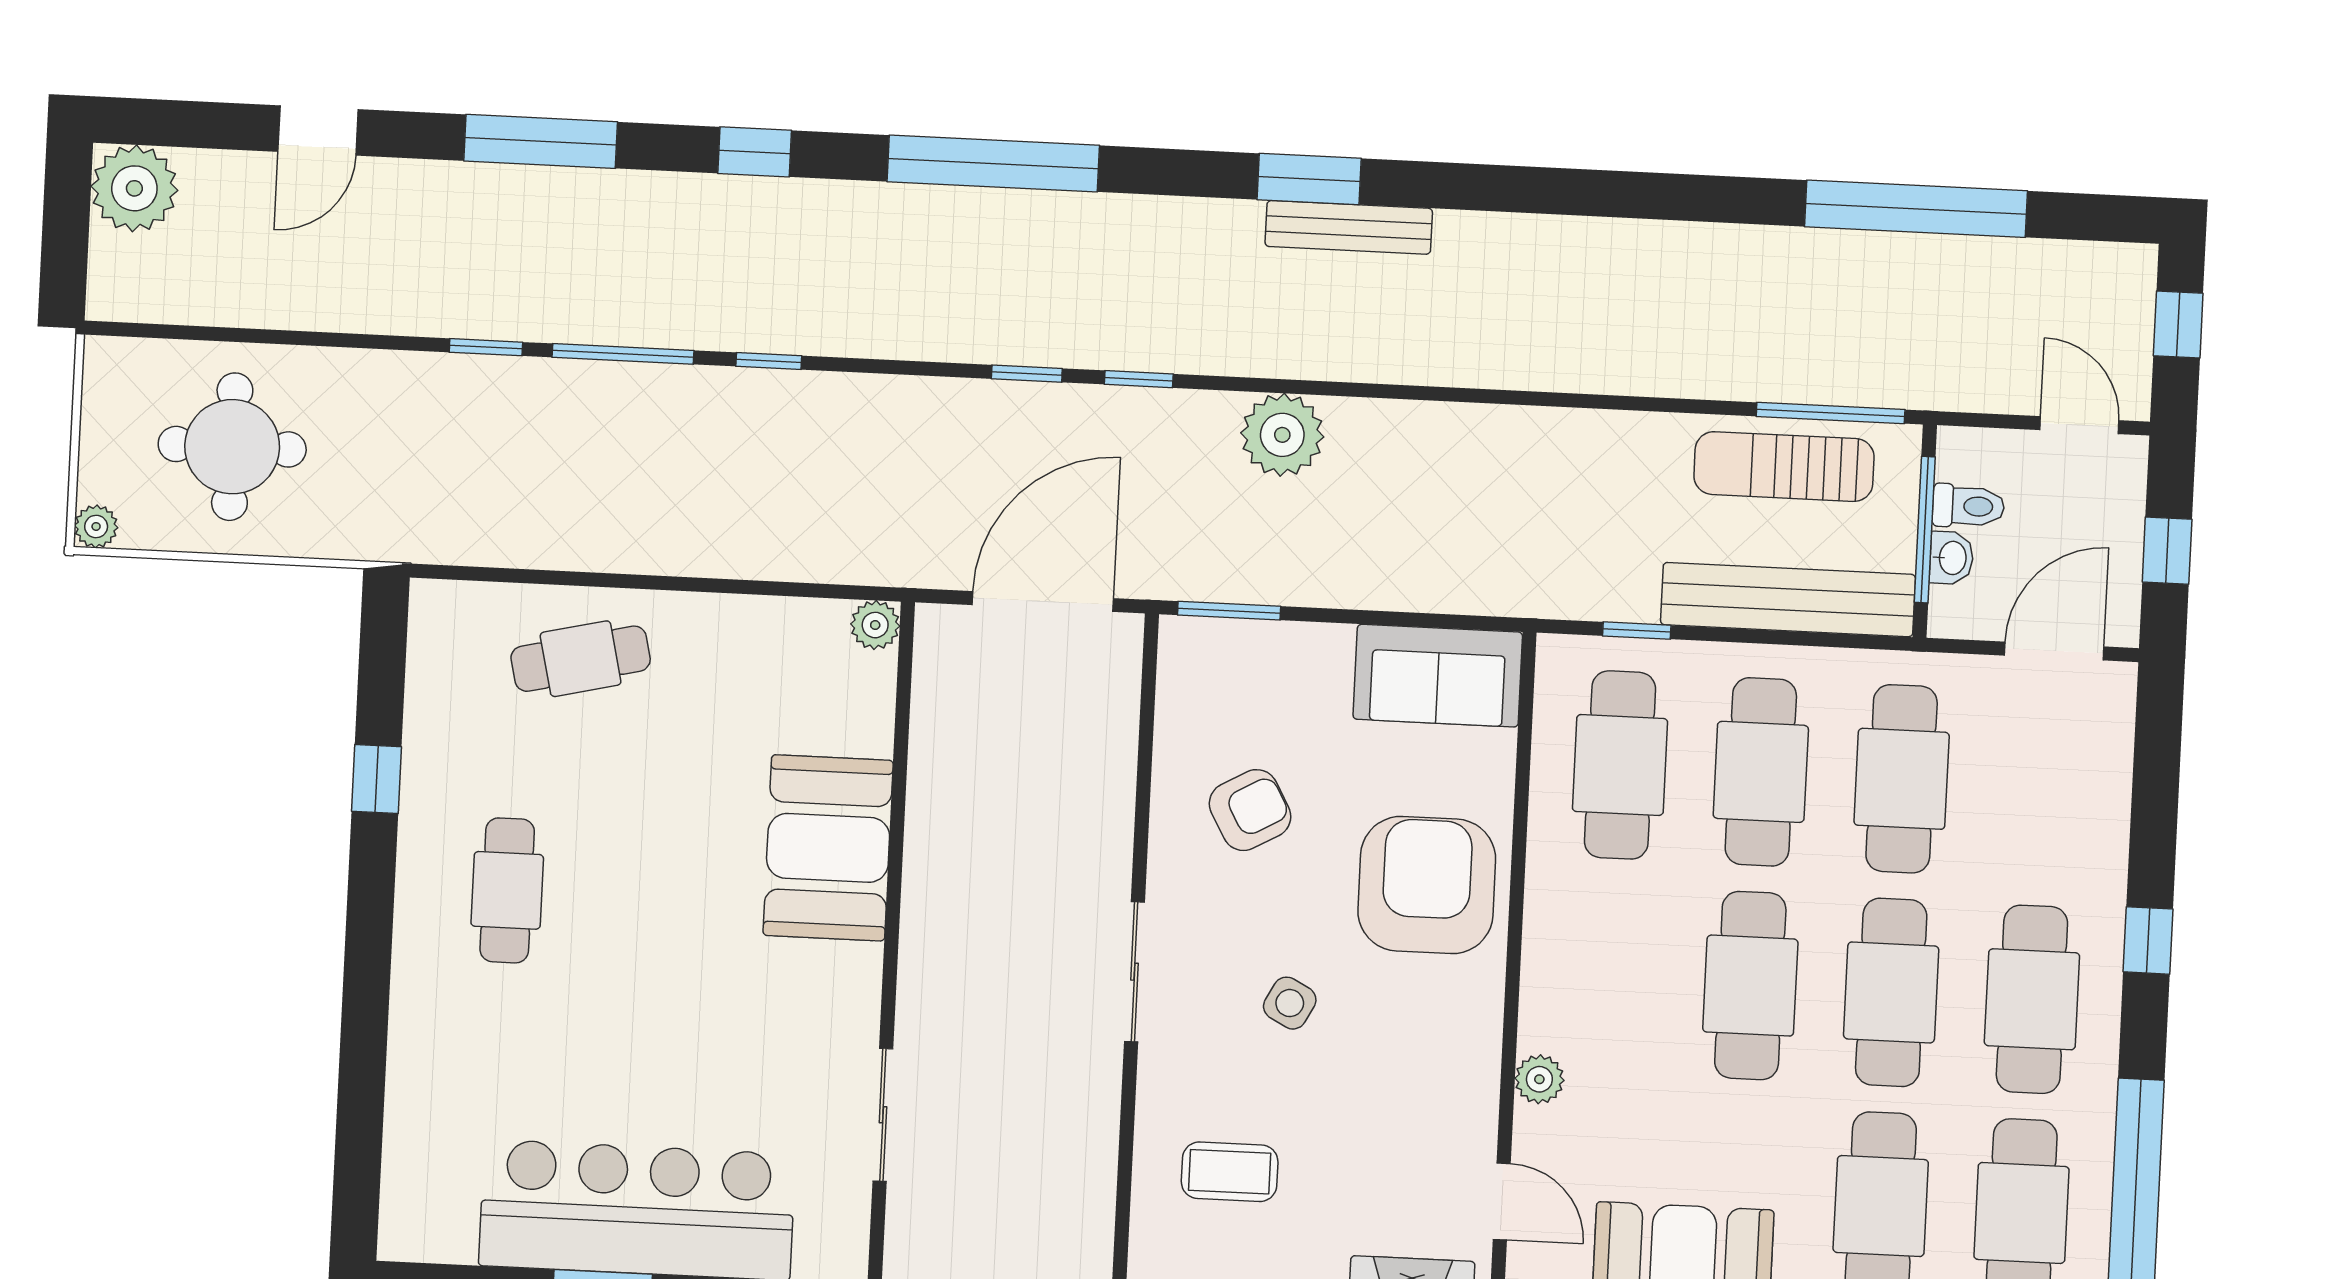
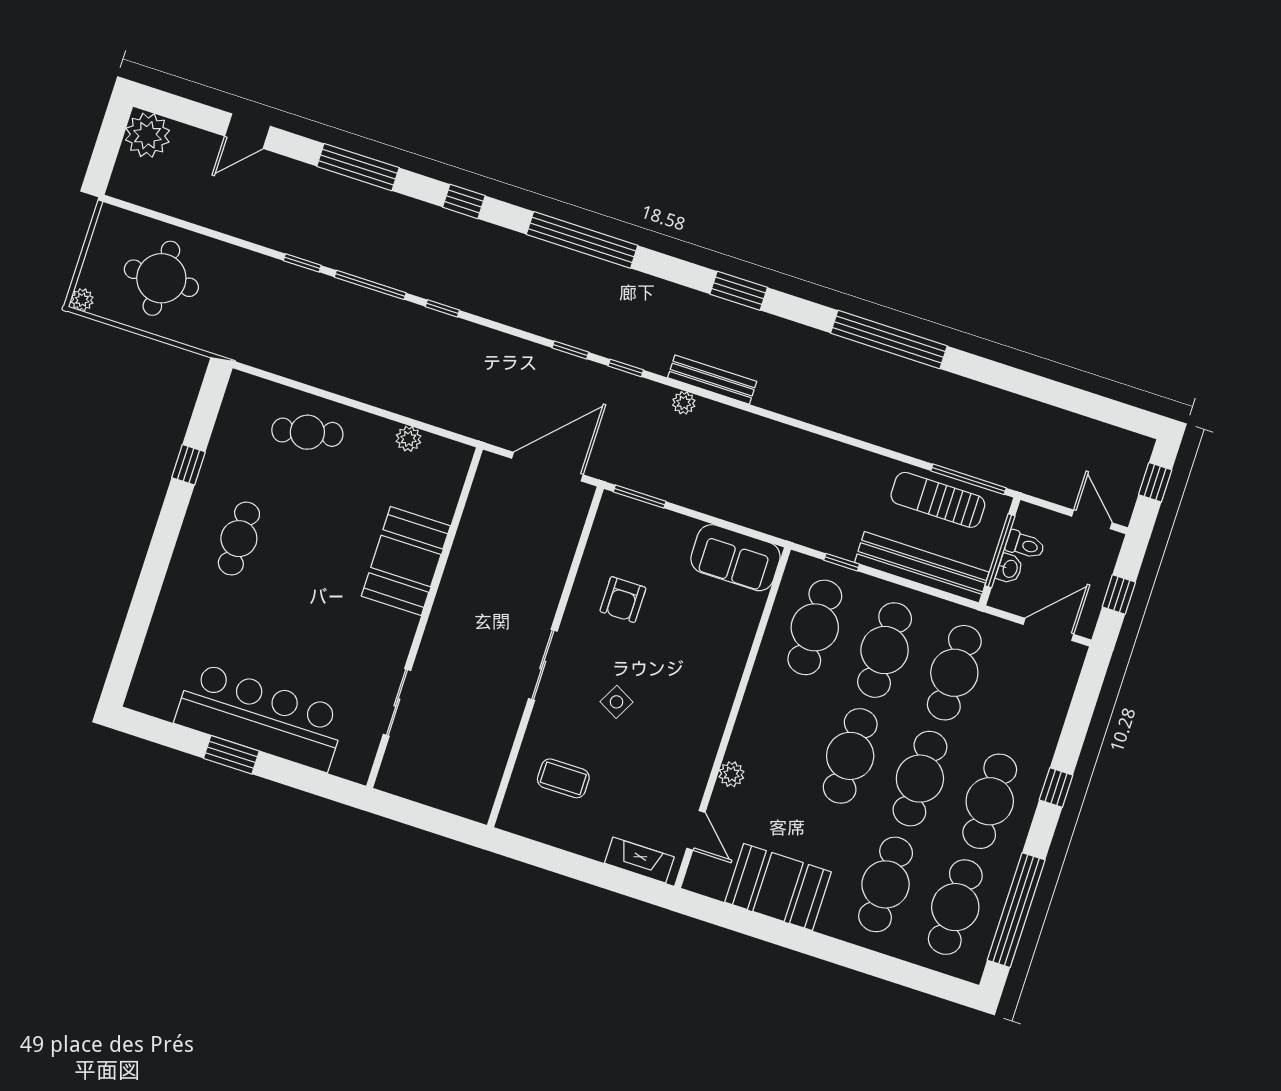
window: (1916, 209) -> (889, 340), moved
bench: (1349, 227) -> (712, 380), moved
plant: (1282, 435) -> (684, 403), width x0.53, depth x0.53
plant: (875, 625) -> (409, 439), moved
armchair: (1250, 810) -> (623, 600), turned 119
armchair: (1427, 885) -> (701, 661), removed

